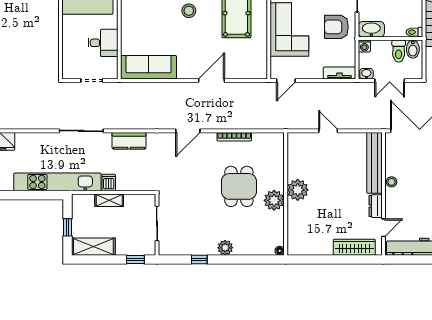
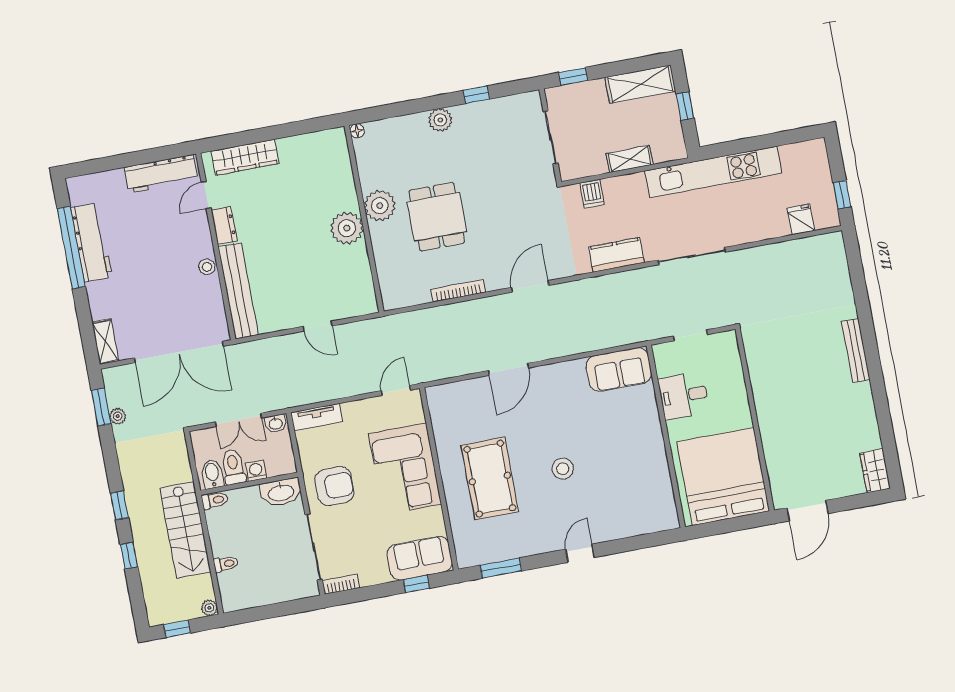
washing machine: (364, 46) -> (256, 471), moved
sofa: (149, 67) -> (619, 369), width x0.73
double door: (390, 81) -> (238, 420), swing flipped
dishwasher: (109, 182) -> (592, 194), moved

